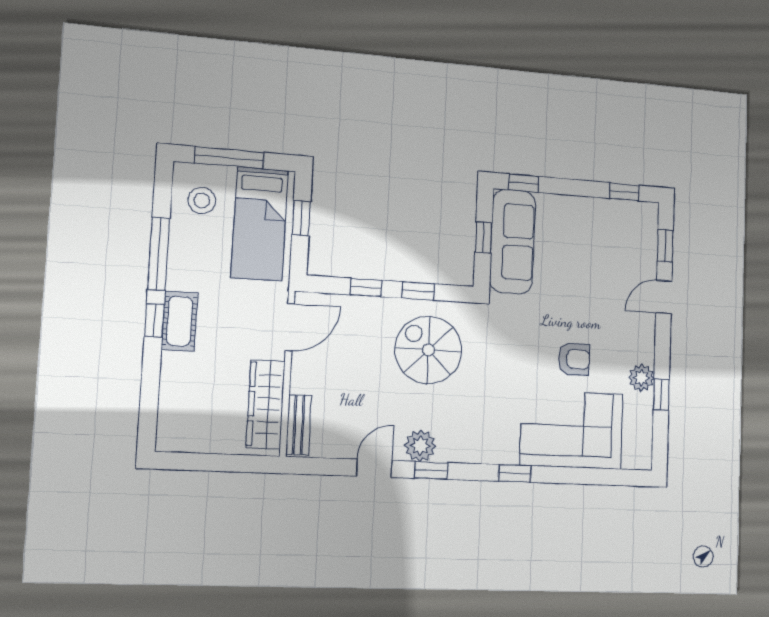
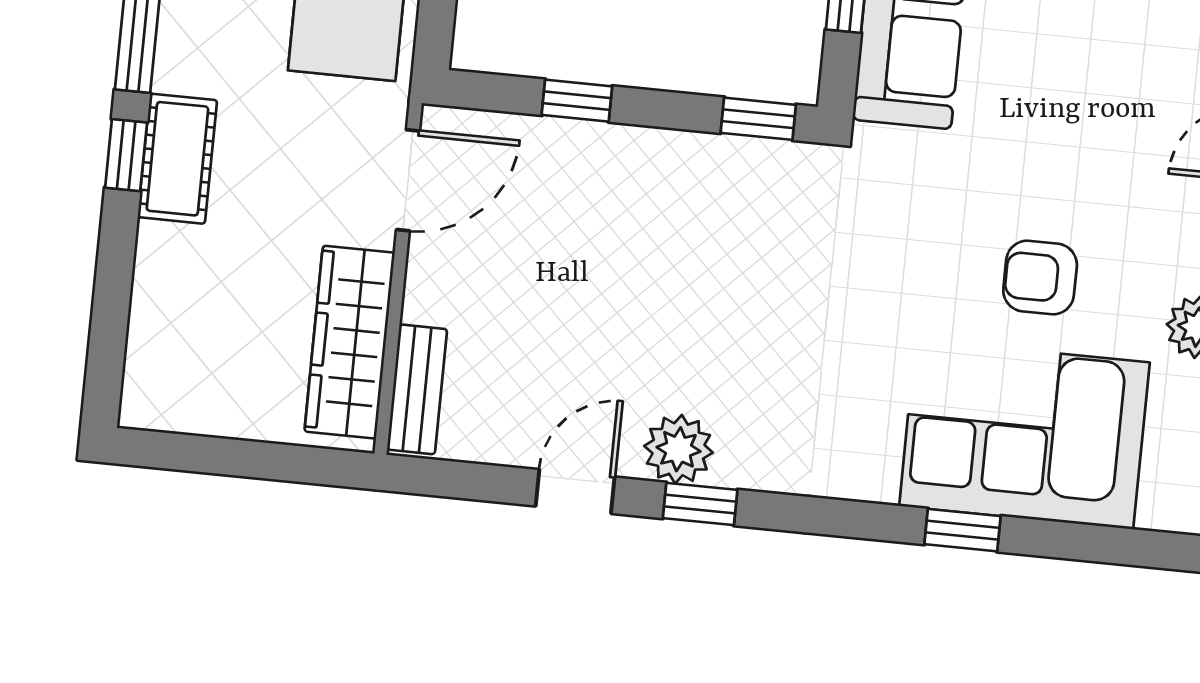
window: (418, 291) -> (758, 119), moved
spiral stairs: (428, 350) -> (708, 242), removed
armchair: (574, 359) -> (1040, 278), turned 180
window: (515, 473) -> (963, 530), moved

